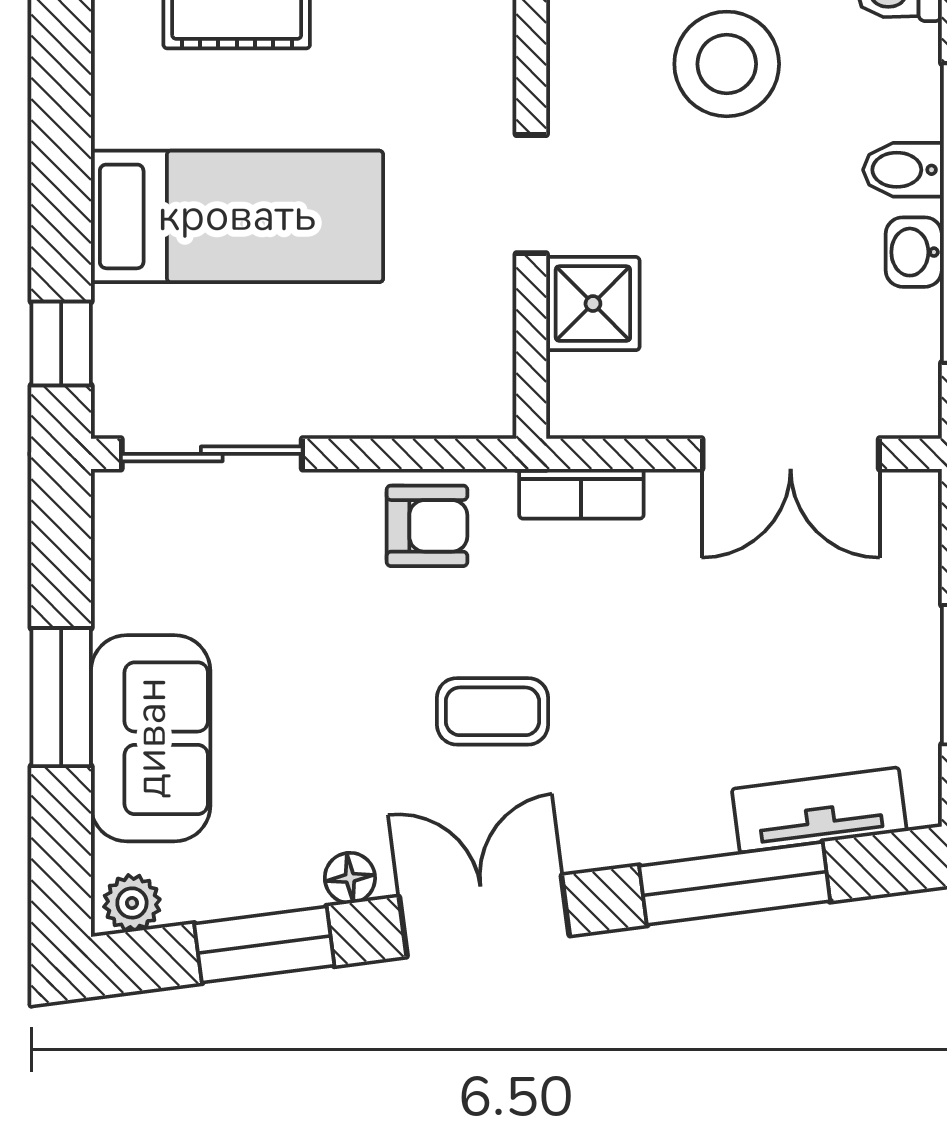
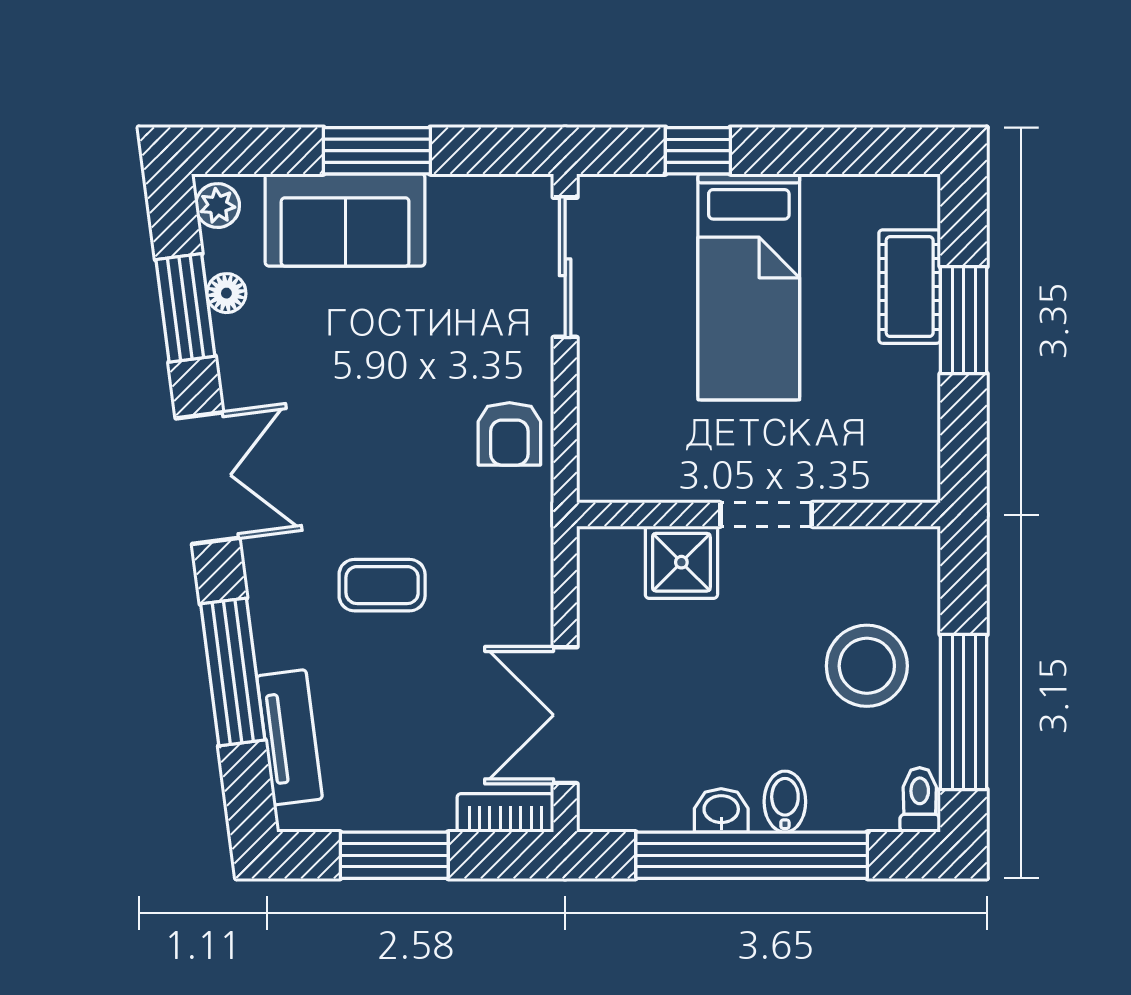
window: (61, 343) -> (698, 151), moved
bookcase: (581, 494) -> (505, 813), moved, turned 90
coffee table: (492, 711) -> (382, 585), moved, turned 90
floor lamp: (350, 878) -> (226, 293), moved

